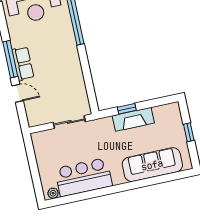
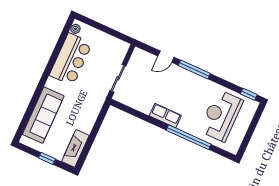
row of seats: (23, 64) -> (165, 116), moved, turned 180
window: (127, 109) -> (97, 127), removed
fireplace: (133, 119) -> (75, 148), moved

